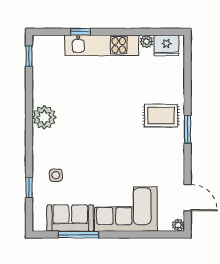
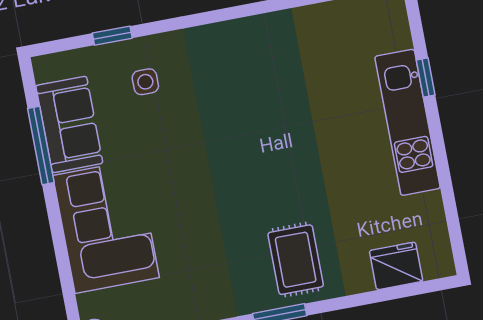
plant: (146, 41) -> (431, 205), removed
fridge: (166, 45) -> (396, 266), moved, turned 90
plant: (44, 117) -> (251, 39), removed

